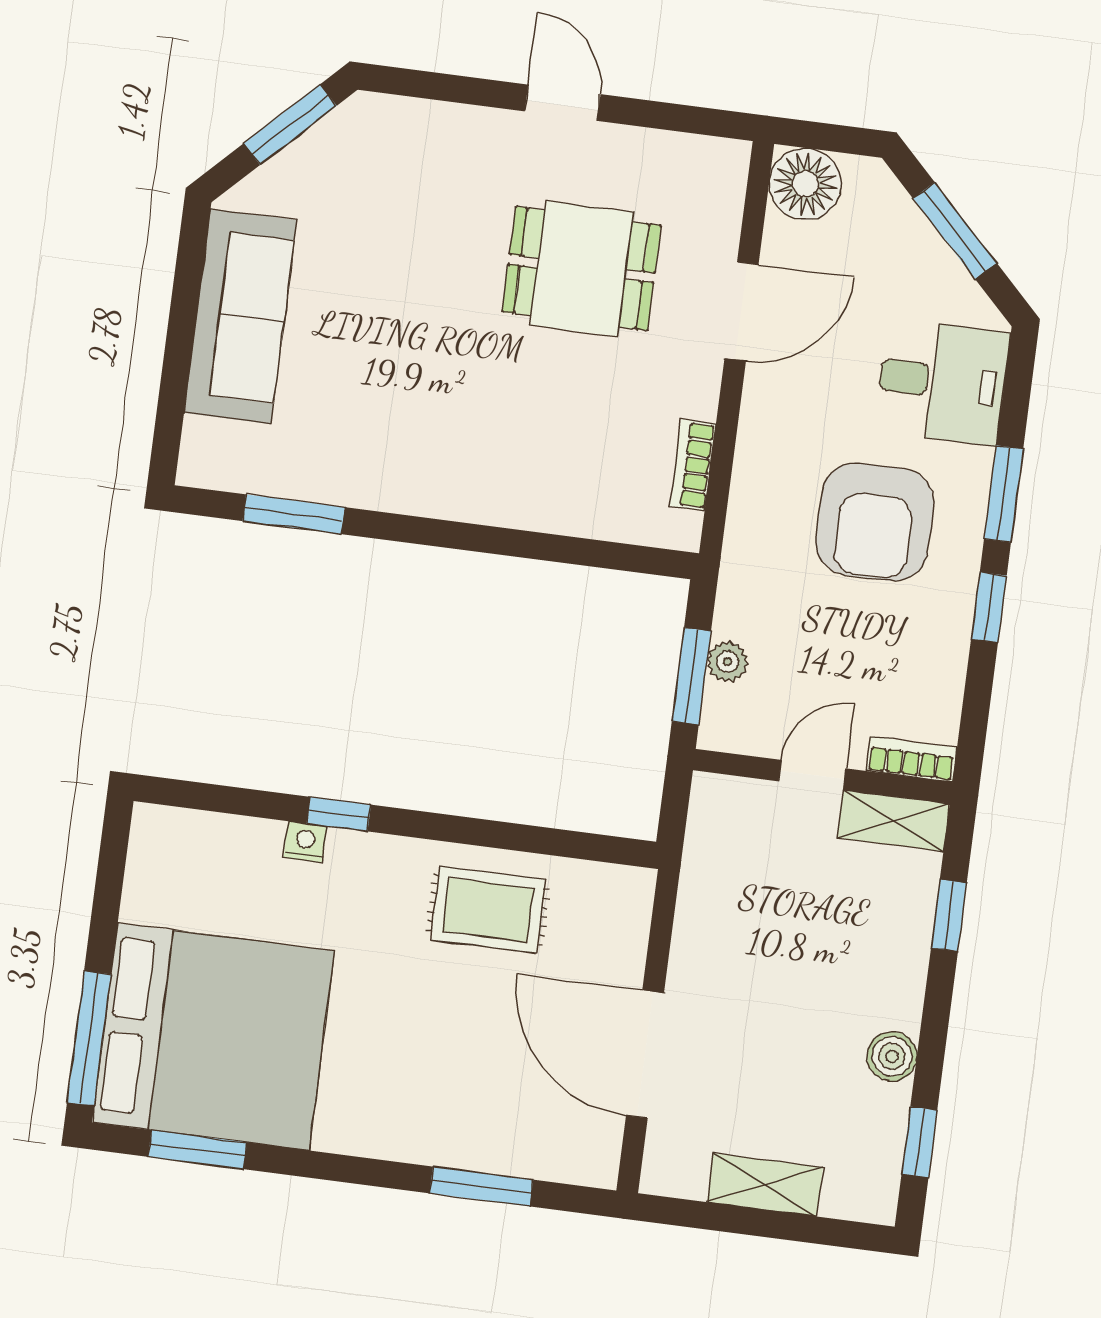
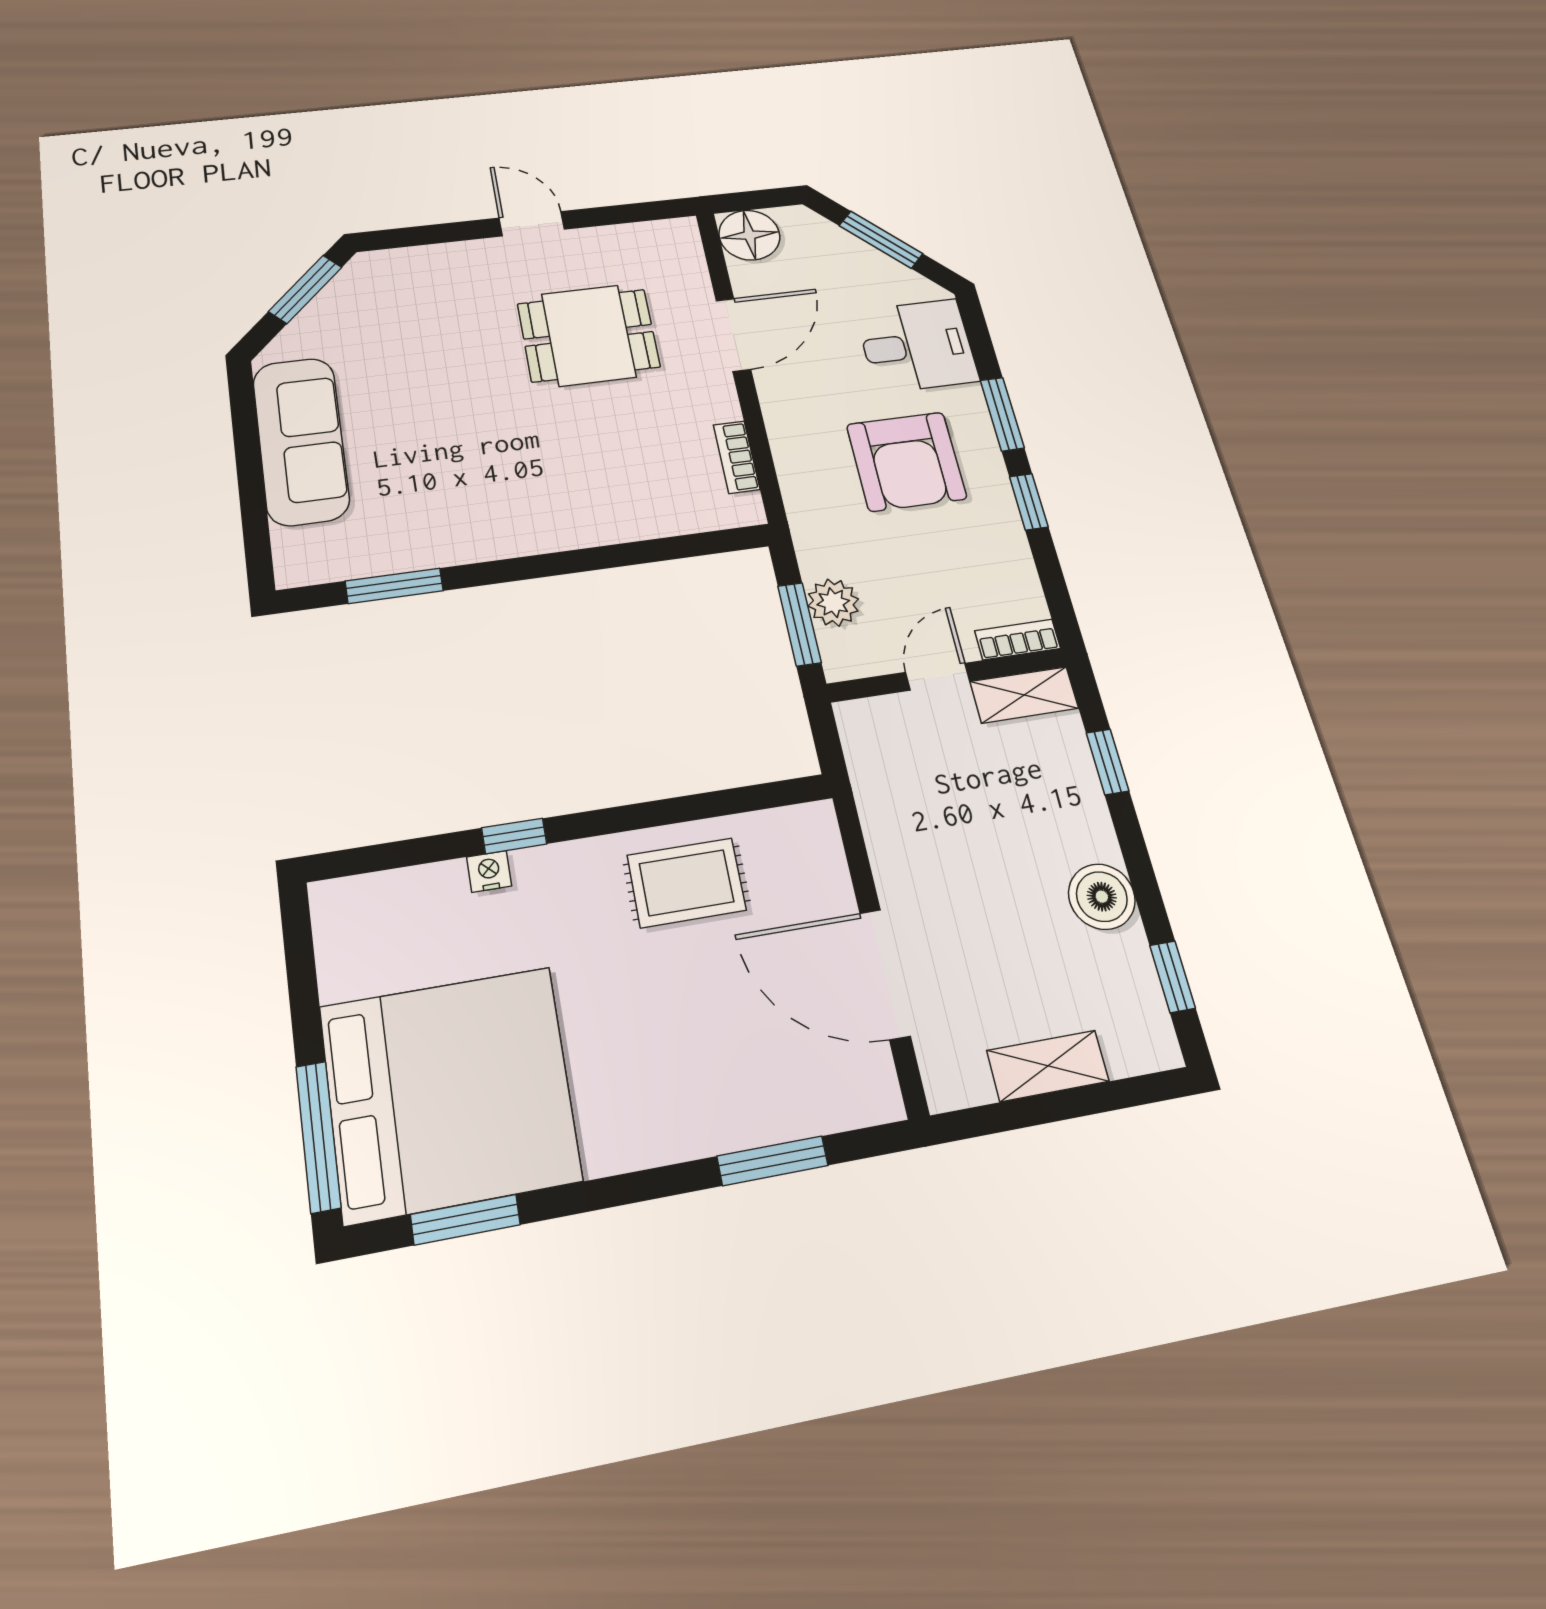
plant: (728, 662) -> (833, 603), width x1.38, depth x1.38
boiler: (892, 1056) -> (1102, 897), width x1.36, depth x1.36

